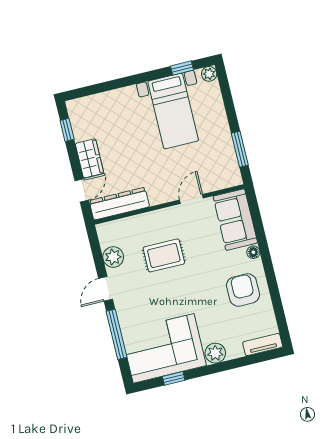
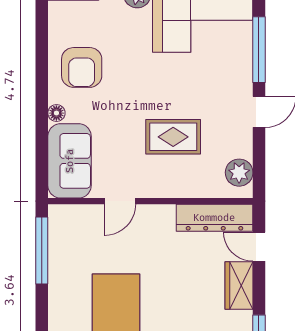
window: (240, 149) -> (42, 250), width x1.44
door: (82, 190) -> (259, 247), hinge flipped
plant: (113, 257) -> (239, 173), moved

